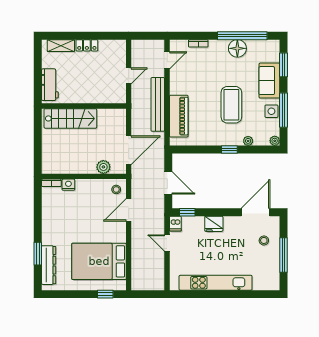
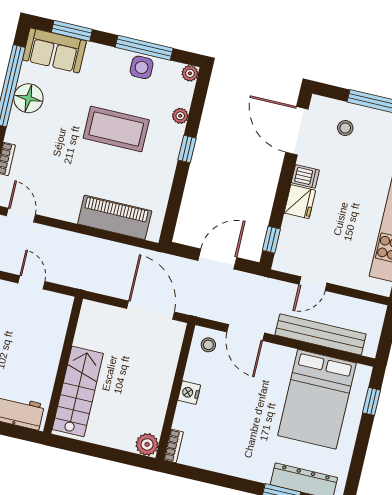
sofa: (269, 81) -> (54, 50), moved
bench: (158, 104) -> (321, 334), moved
plant: (103, 167) -> (147, 444), moved
nightstand: (68, 185) -> (189, 393), moved
dishwasher: (175, 224) -> (305, 176), moved

